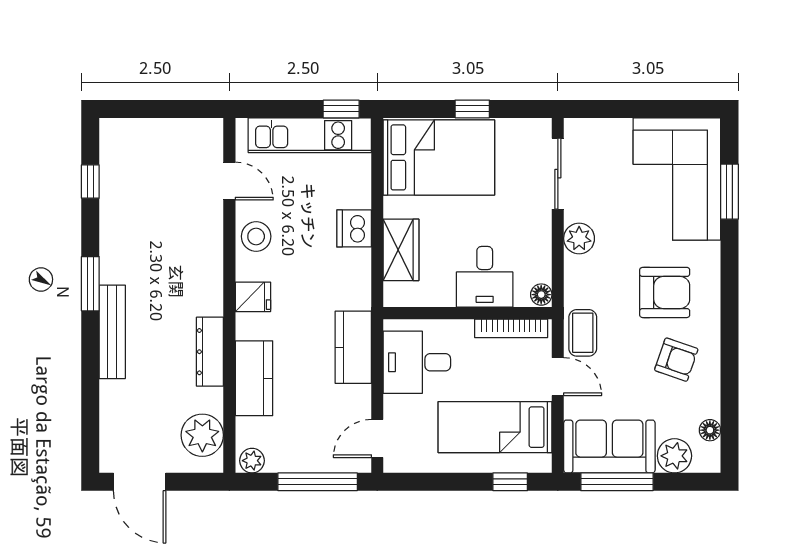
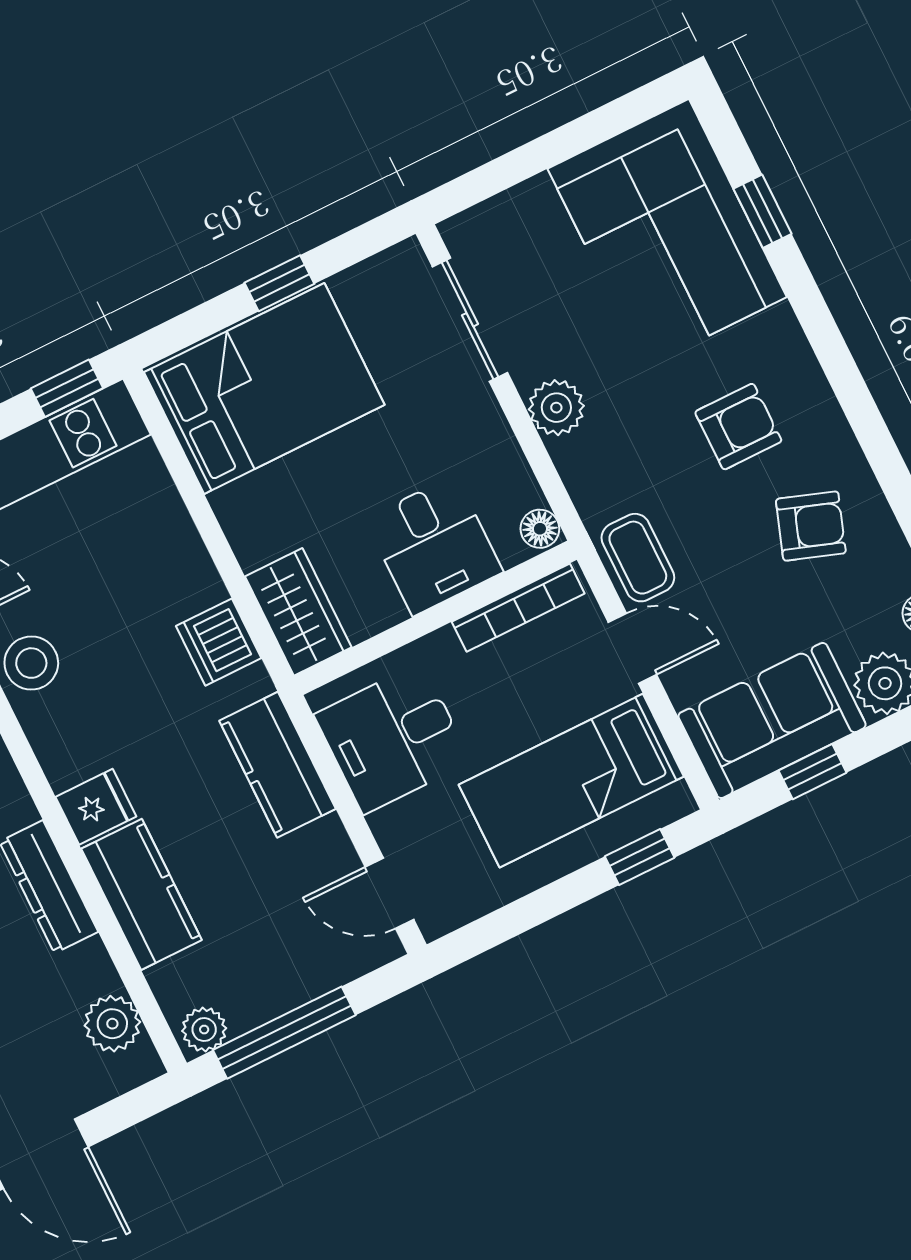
window: (729, 192) -> (762, 211), width x0.67
dishwasher: (354, 228) -> (219, 642), moved
wardrobe: (401, 250) -> (298, 612), moved
armchair: (665, 292) -> (738, 427), width x0.72, depth x0.72
fridge: (253, 297) -> (96, 807), moved
plant: (202, 435) -> (112, 1024), width x0.73, depth x0.73
door: (377, 438) -> (390, 893), hinge flipped
window: (318, 482) -> (284, 1033), moved
window: (617, 482) -> (813, 772), width x0.46

